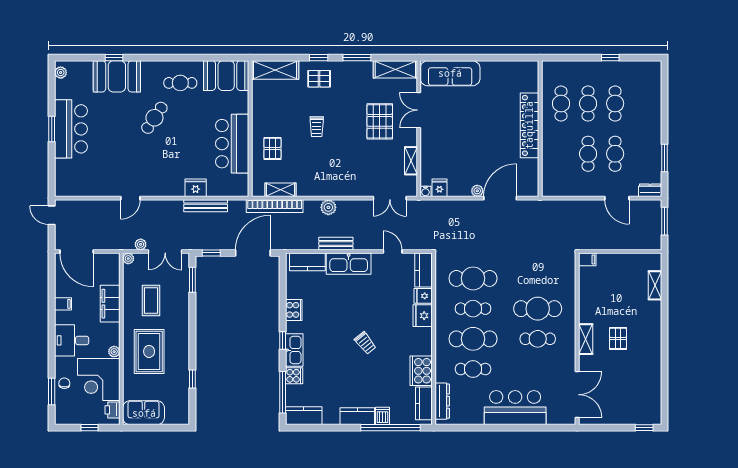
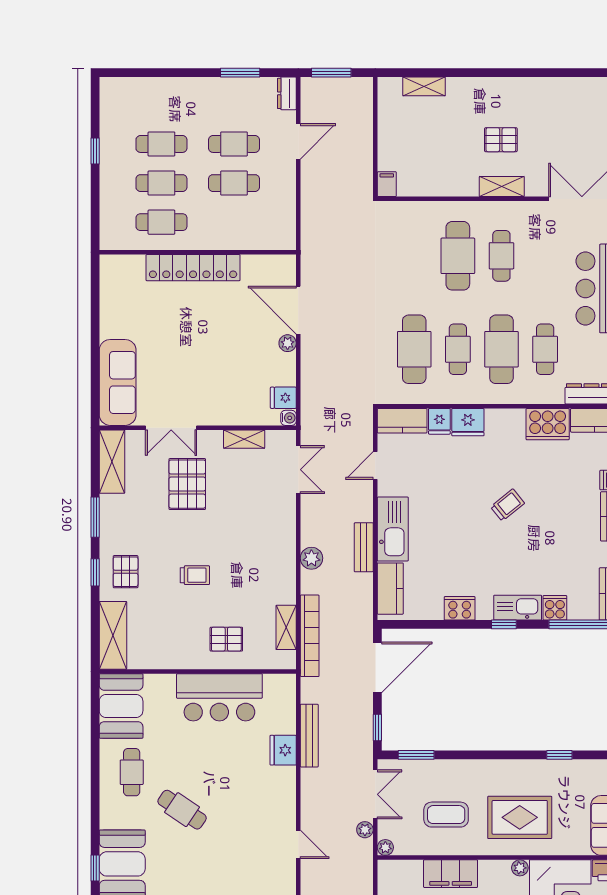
pallet: (380, 121) -> (187, 484), turned 90
door: (253, 253) -> (377, 667), swing flipped

